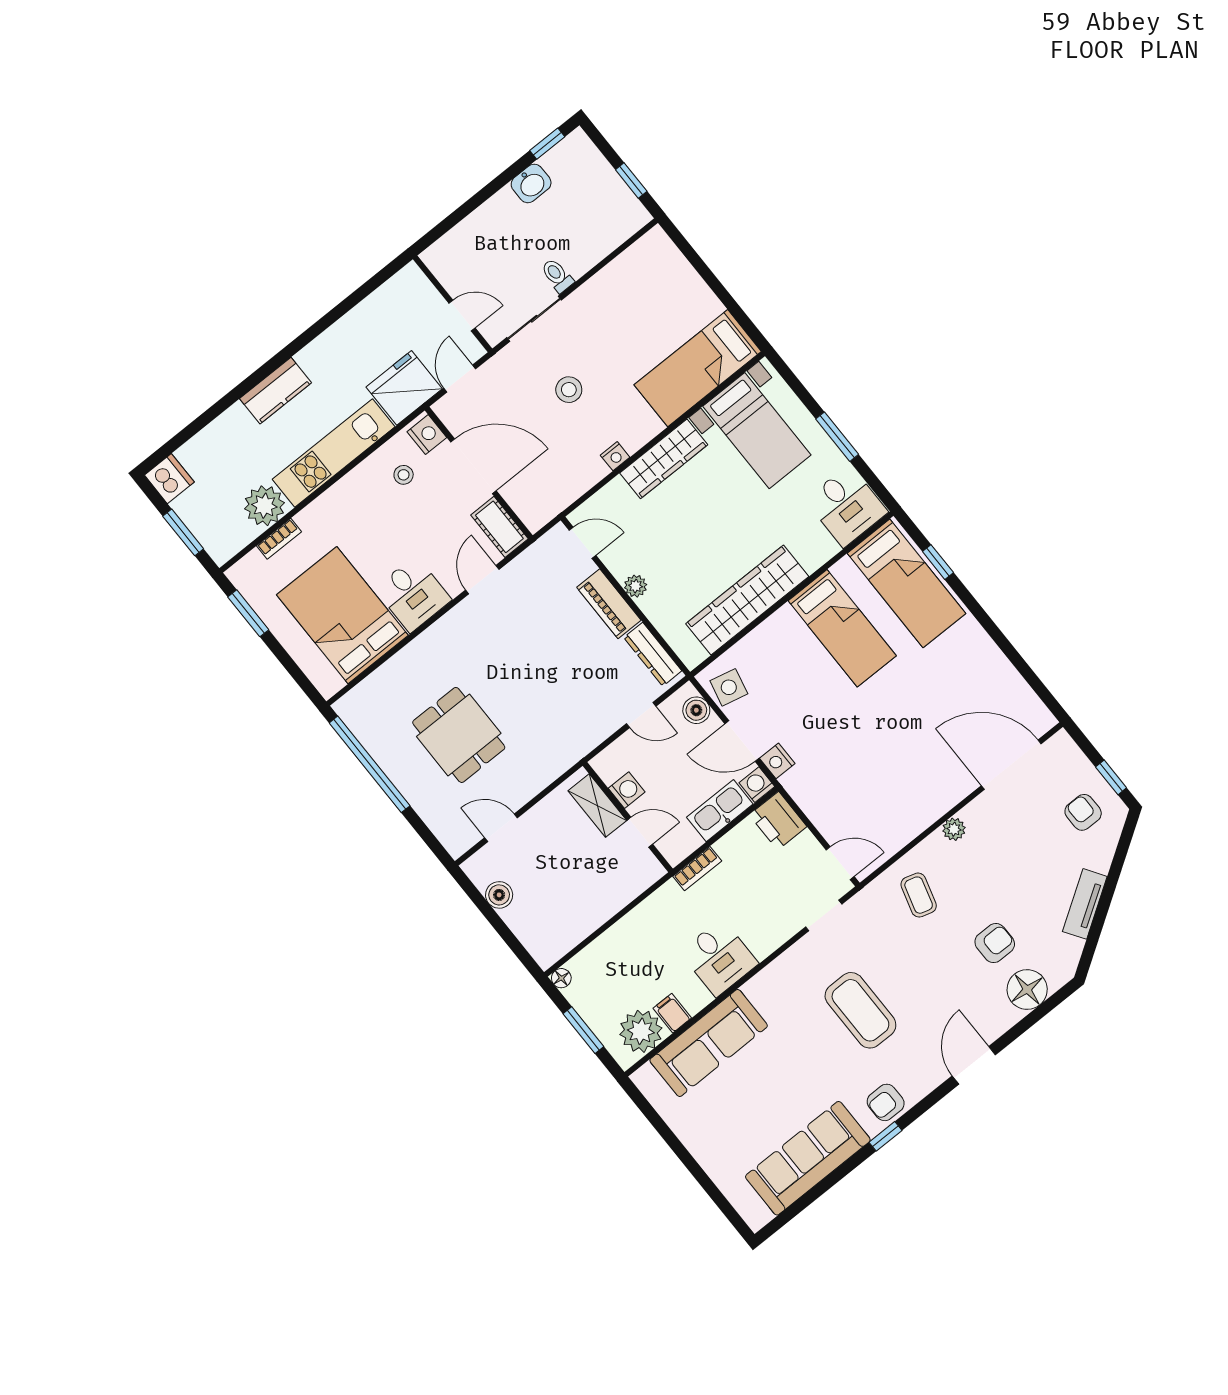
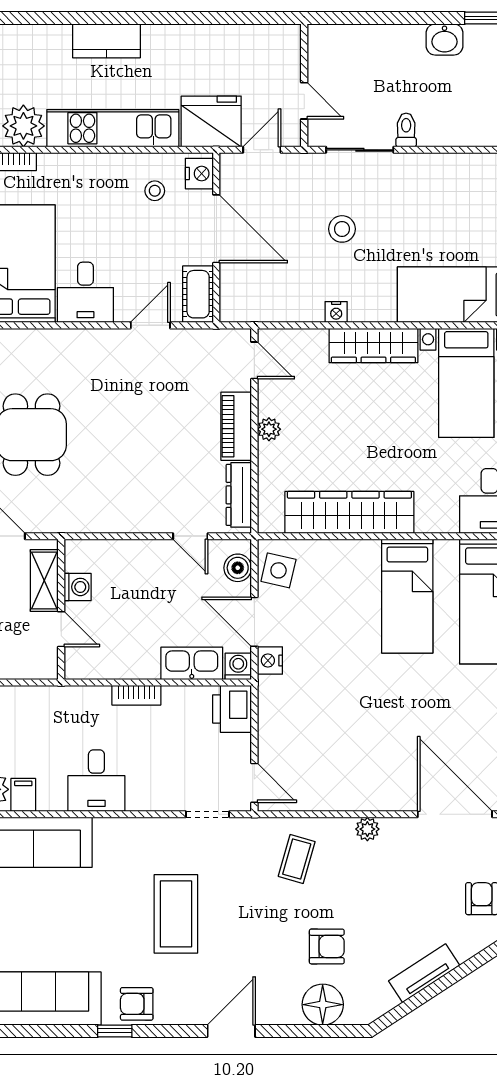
washing machine: (627, 790) -> (78, 587), moved
shelving: (597, 806) -> (44, 580), moved
wall: (628, 817) -> (61, 609), moved
door: (640, 832) -> (61, 629), moved

